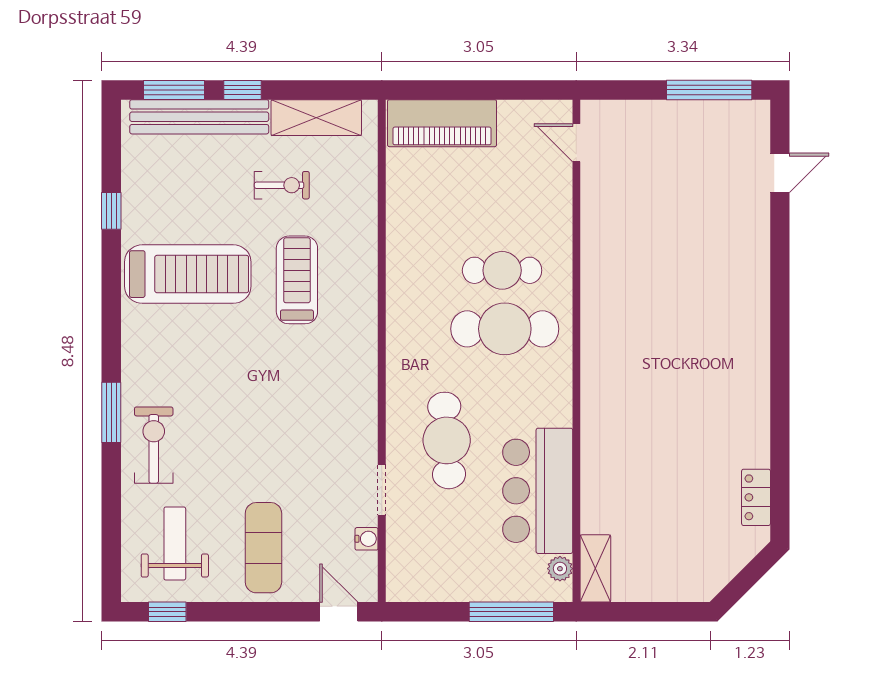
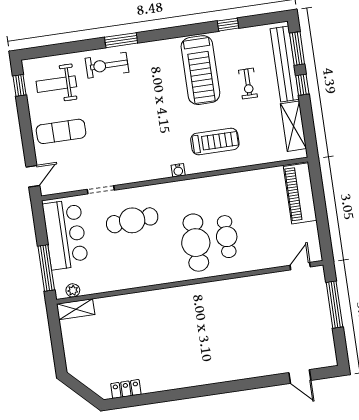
window: (709, 90) -> (334, 305), moved
exercise bike: (282, 185) -> (248, 84), moved
treadmill: (297, 280) -> (215, 142), moved
exercise bike: (154, 445) -> (107, 65), turned 180
bar counter: (538, 491) -> (65, 234), moved, turned 90
water cooler: (367, 539) -> (178, 170), moved
weight bench: (175, 544) -> (56, 84), turned 180

